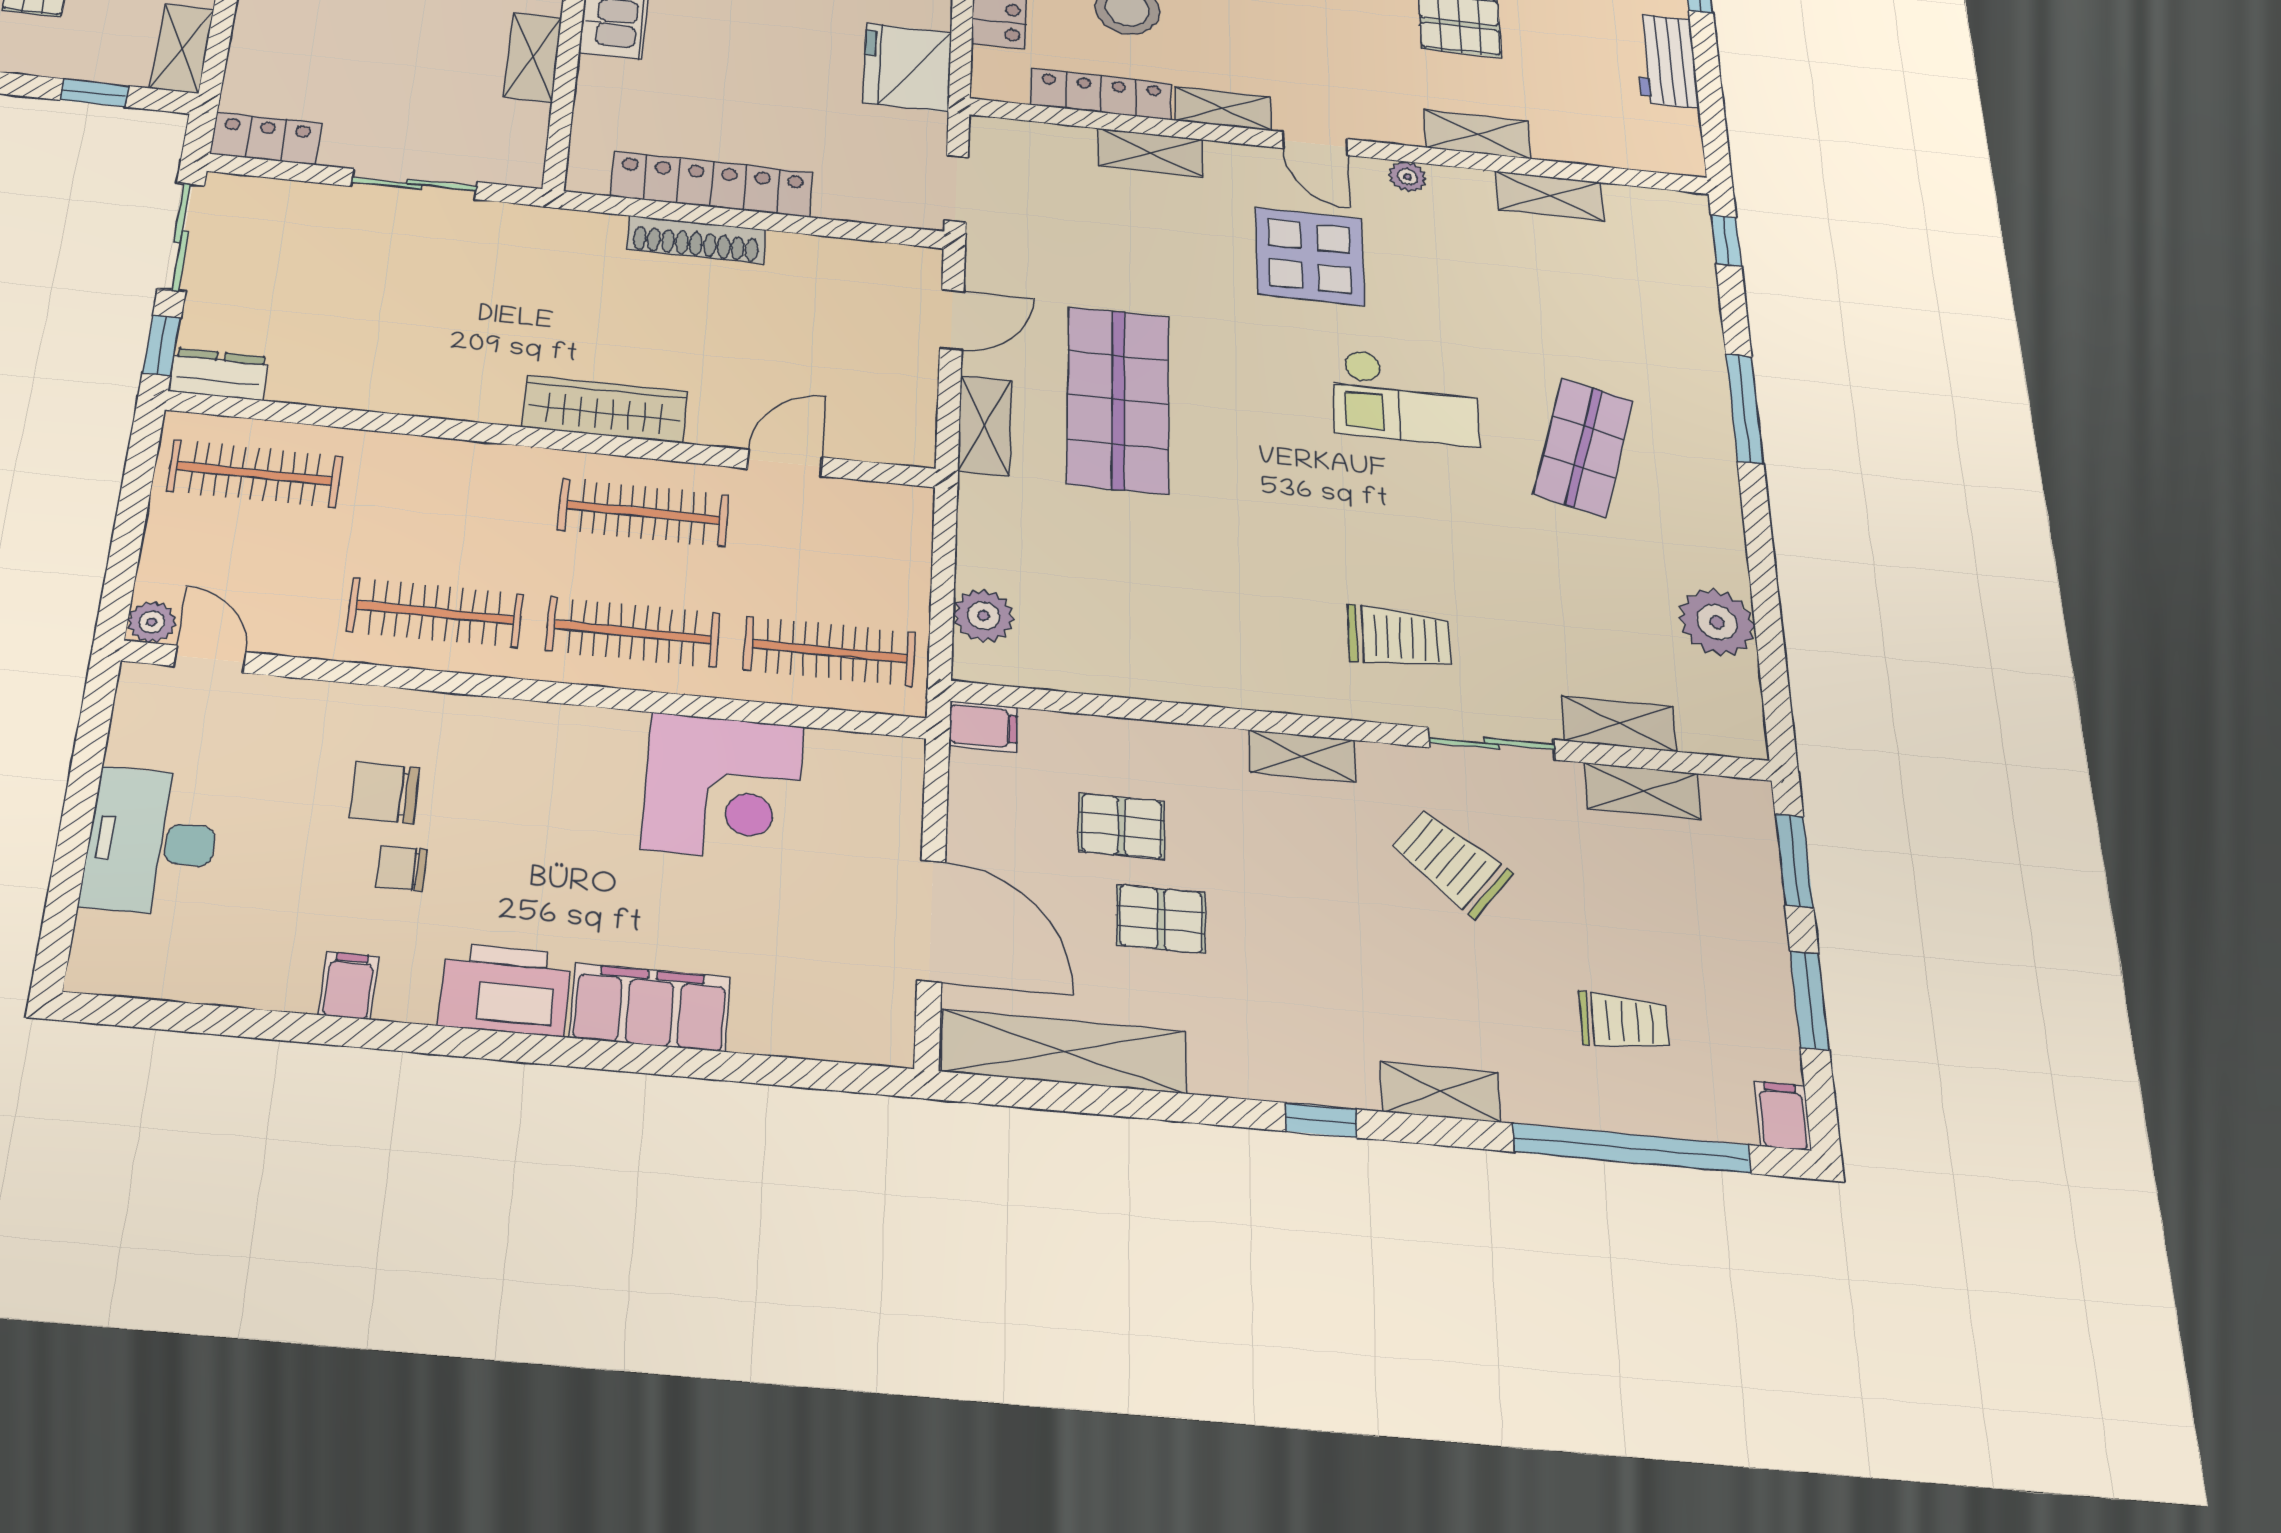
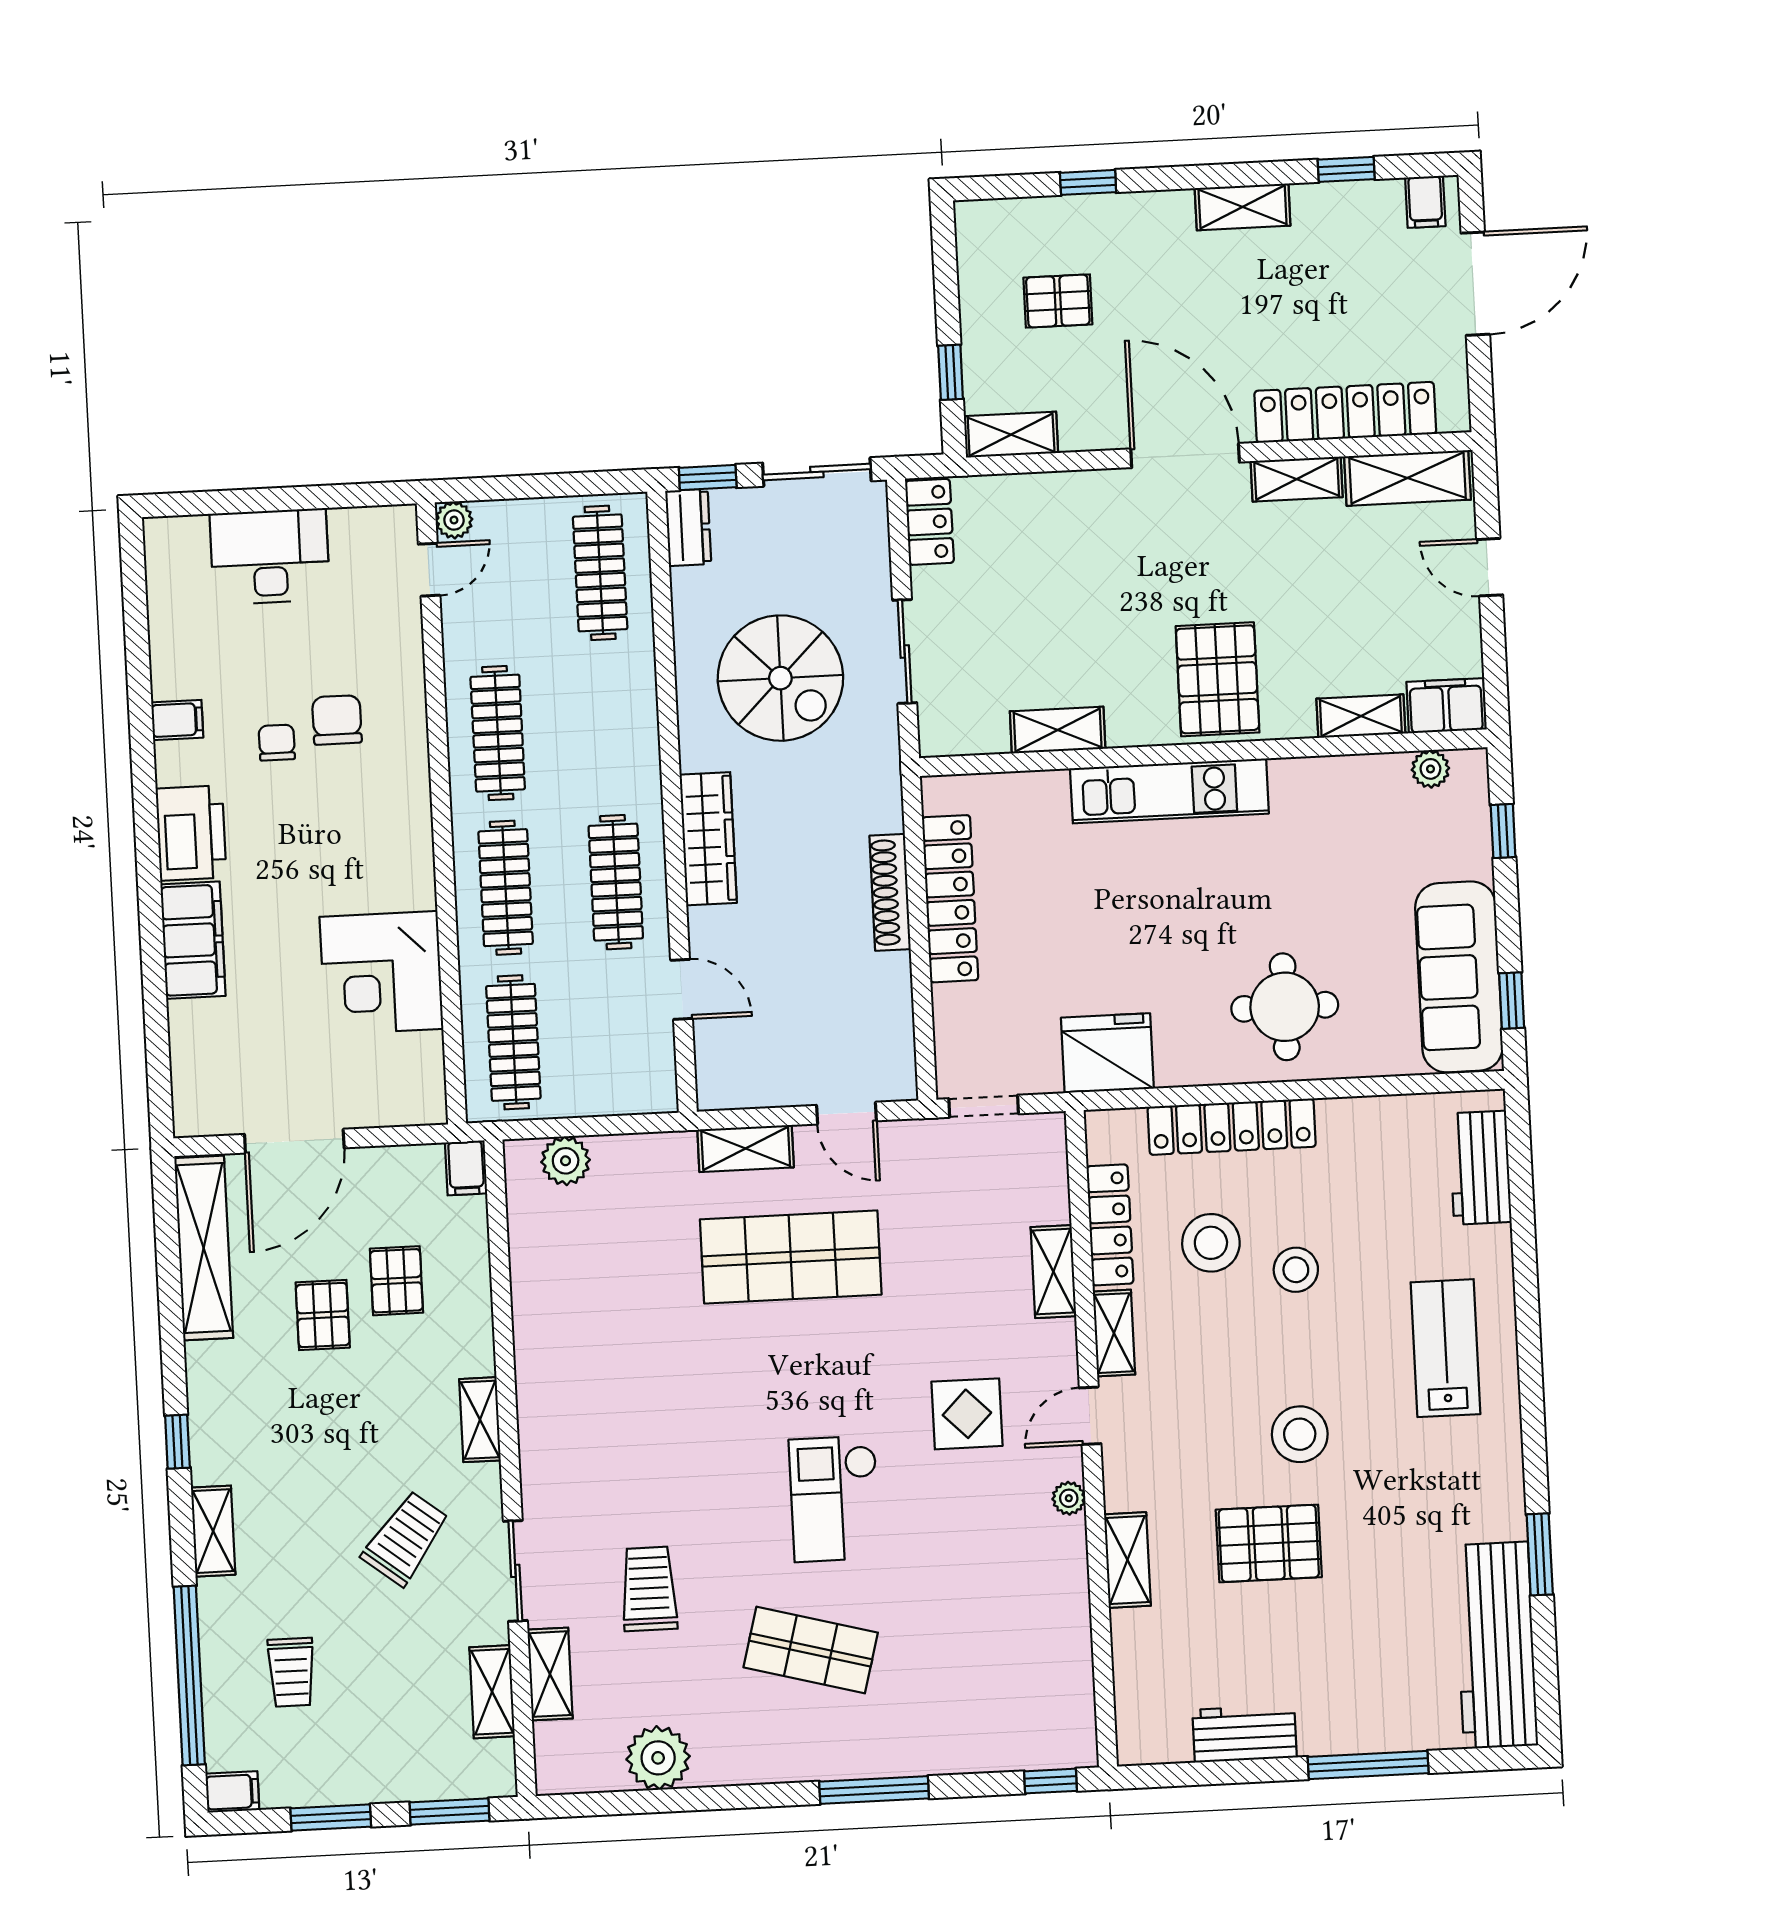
shelving: (1550, 196) -> (1071, 1625), removed
display table: (1310, 256) -> (967, 1414), width x0.73, depth x0.73
spiral stairs: (422, 309) -> (780, 678), added
trolley: (1399, 637) -> (649, 1589), moved, turned 180

